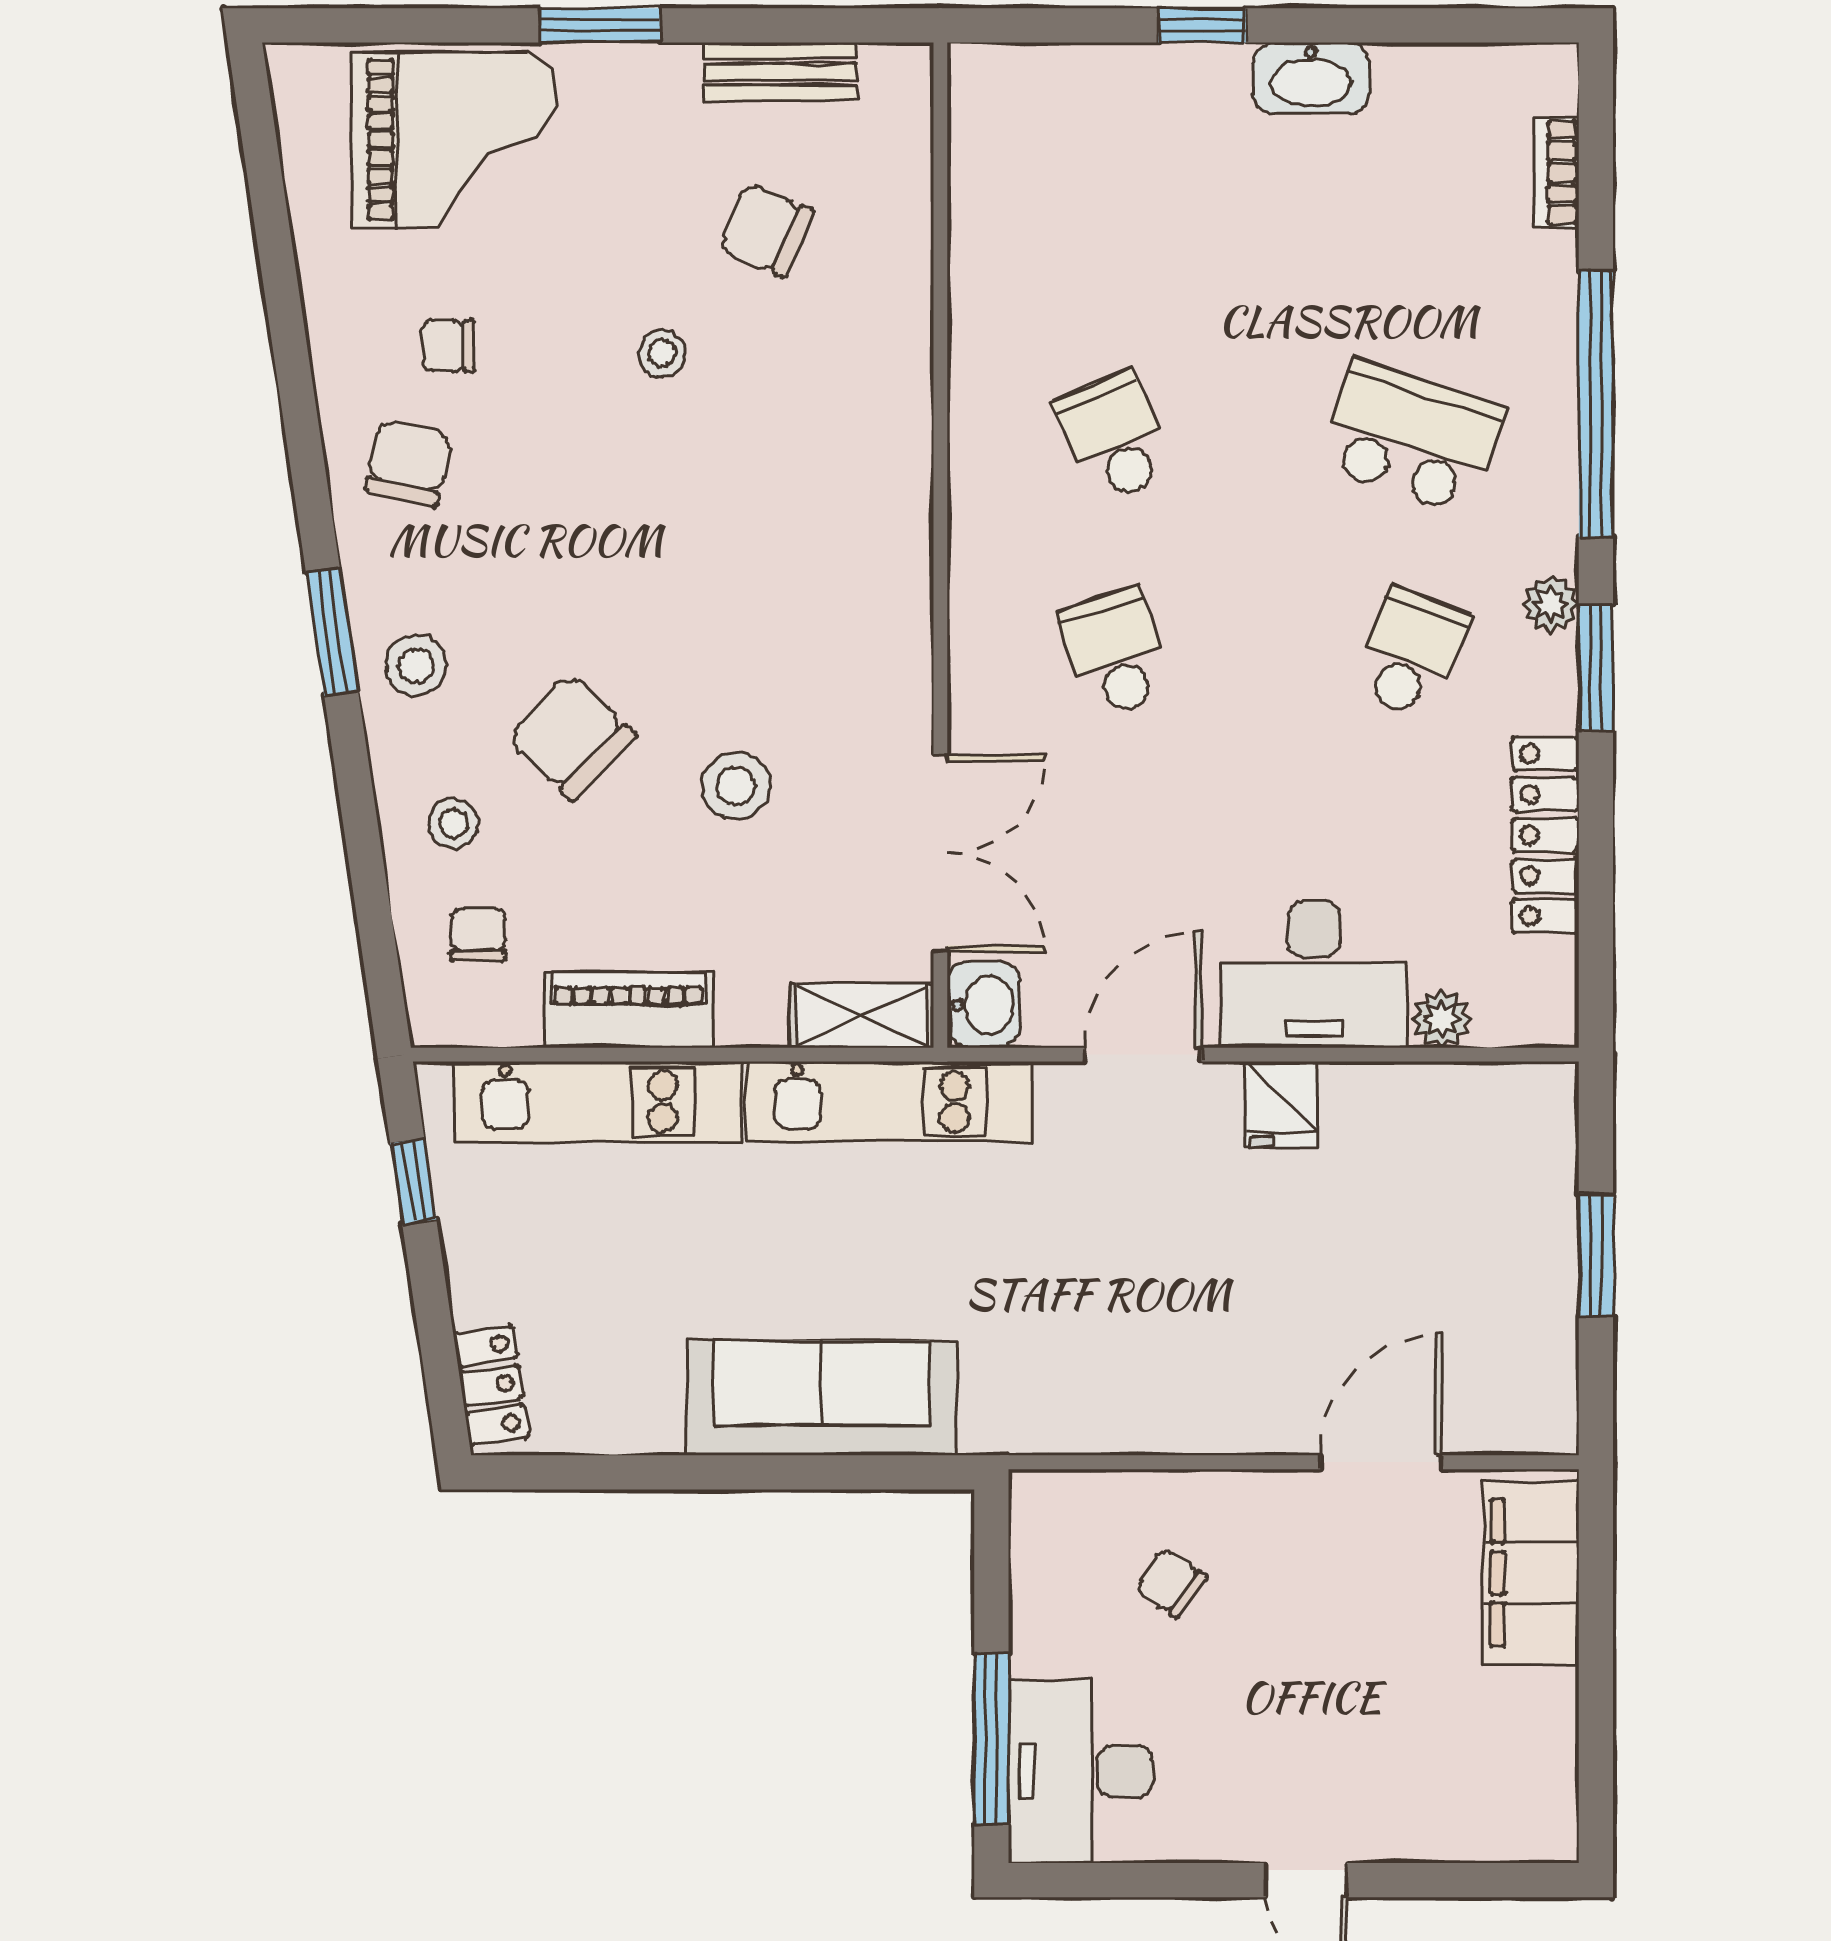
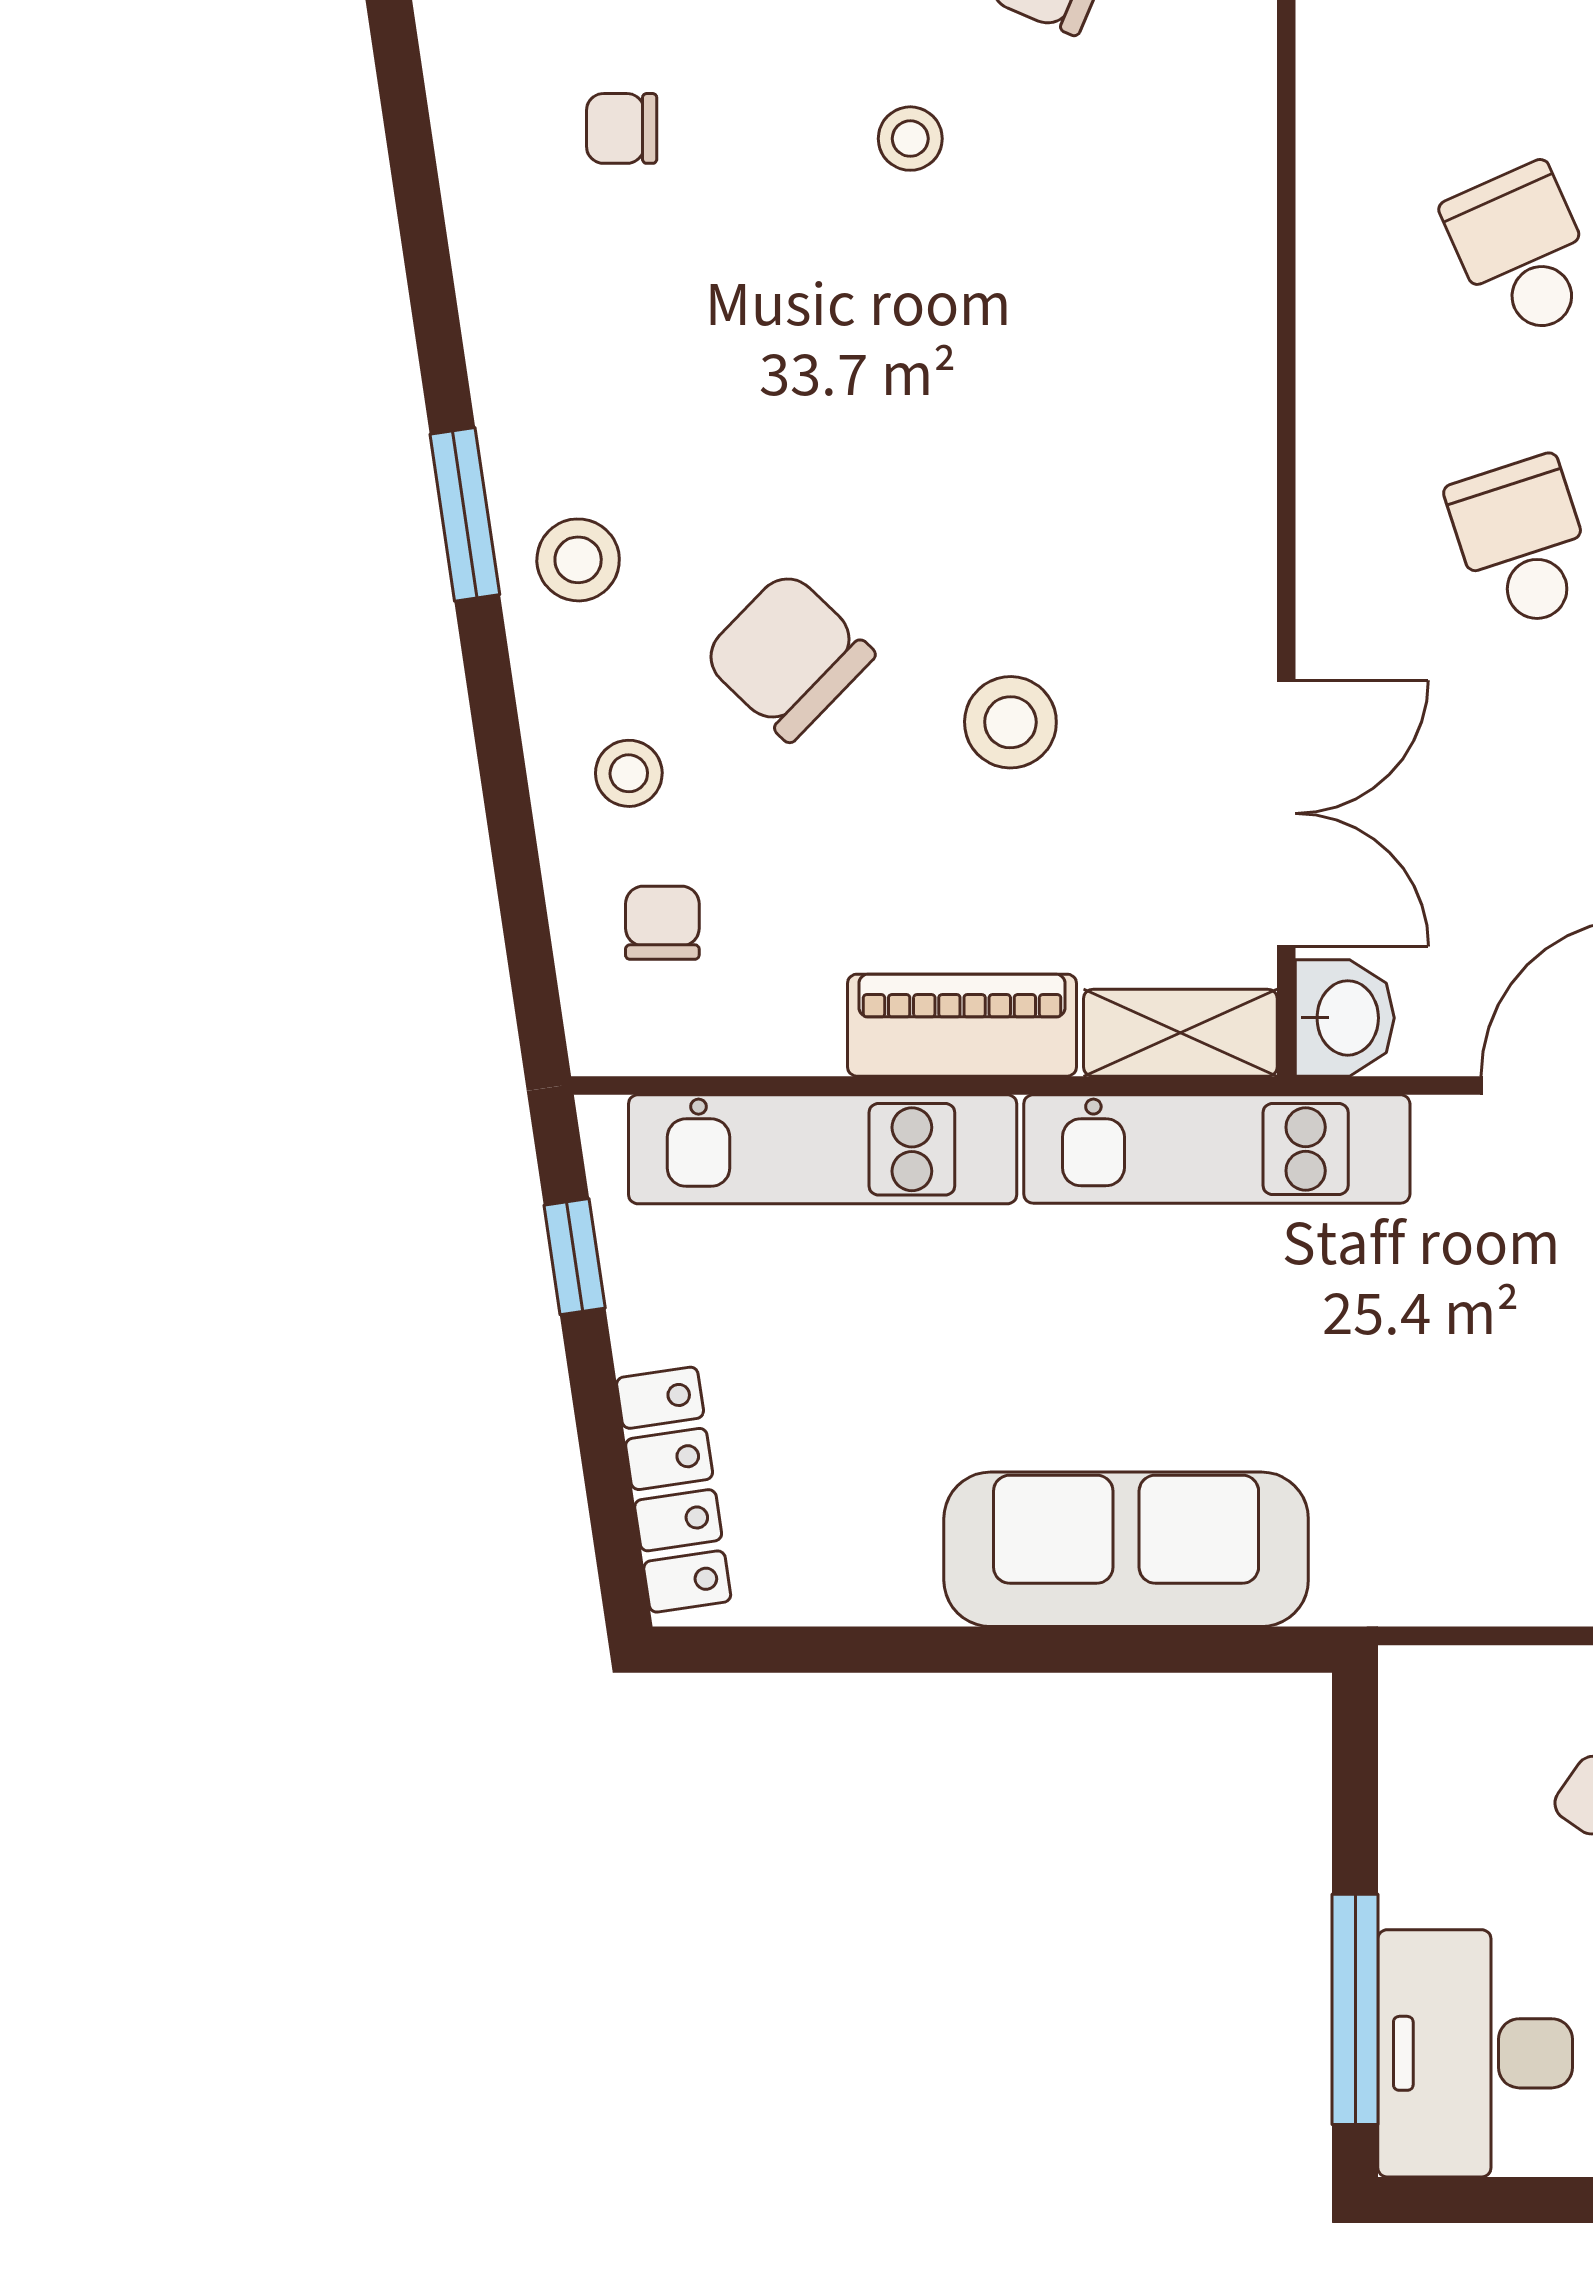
chair: (409, 463) -> (568, 286), removed
piano: (629, 1010) -> (962, 1025), moved
locker: (491, 1385) -> (674, 1490), width x1.53

